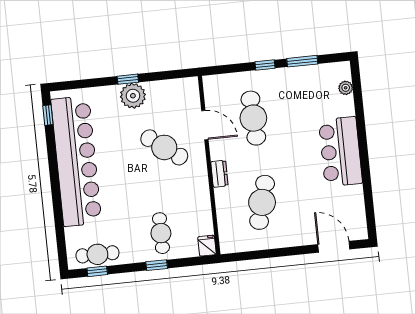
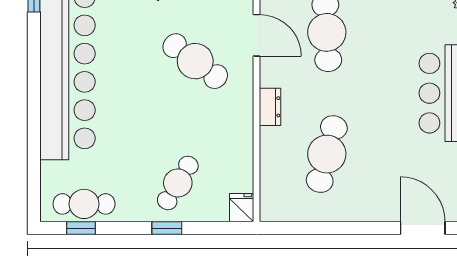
cafe table: (161, 233) -> (178, 183), turned 31

